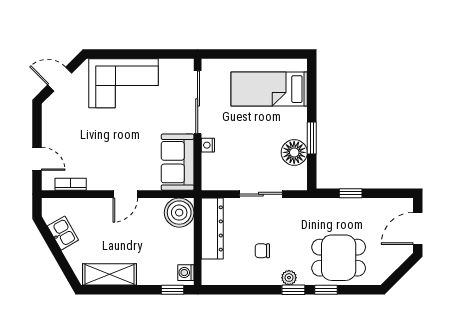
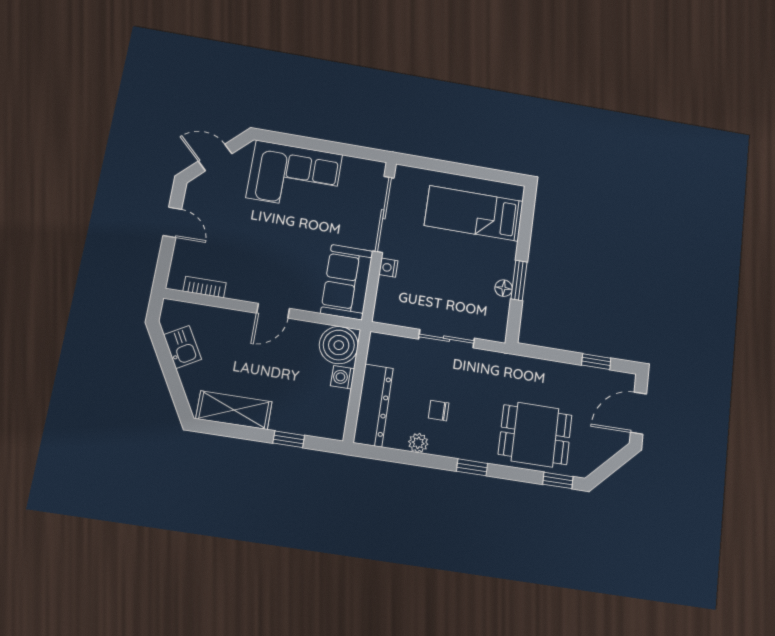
floor lamp: (294, 152) -> (504, 288), width x0.53, depth x0.53
door: (37, 159) -> (172, 222), moved
window: (351, 193) -> (596, 362), moved
dresser: (212, 228) -> (373, 405), moved
washing machine: (186, 273) -> (343, 377), moved
plant: (289, 278) -> (418, 443), moved
window: (173, 290) -> (289, 439), moved
window: (326, 290) -> (558, 480), moved

